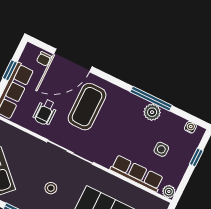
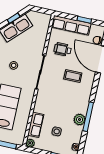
coffee table: (87, 107) -> (73, 76), width x0.54, depth x0.58
row of seats: (137, 173) -> (36, 125), width x0.68

